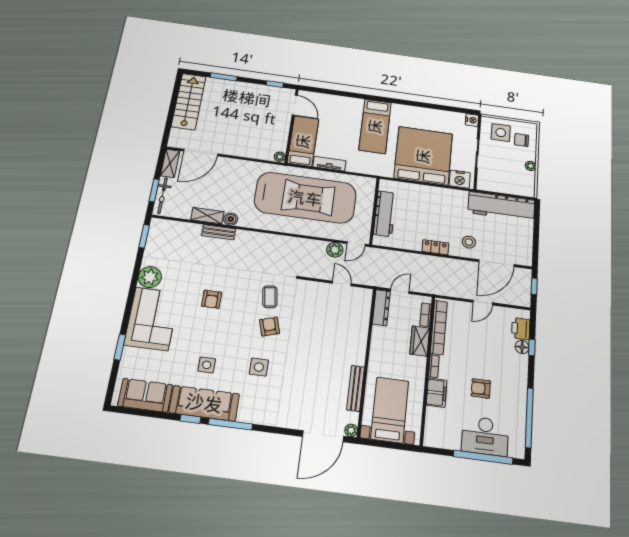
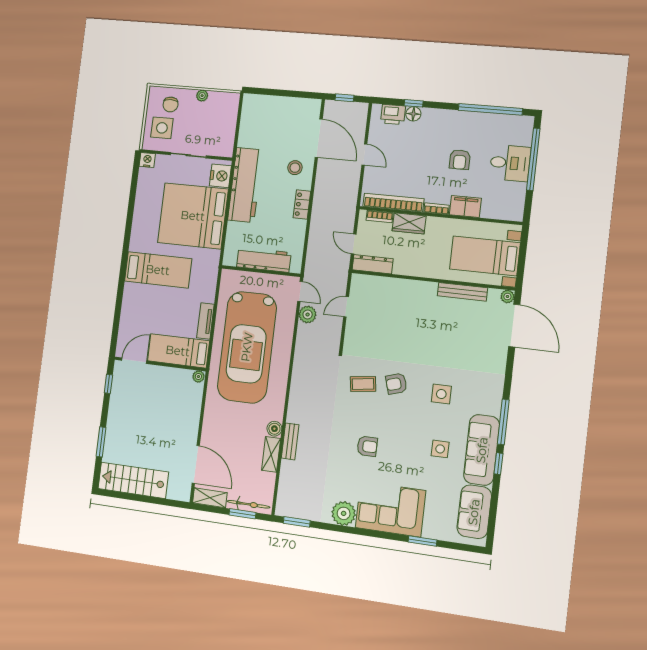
car: (305, 198) -> (247, 347), turned 180
workbench: (501, 206) -> (245, 185), moved
desk: (485, 436) -> (510, 163), width x0.73

